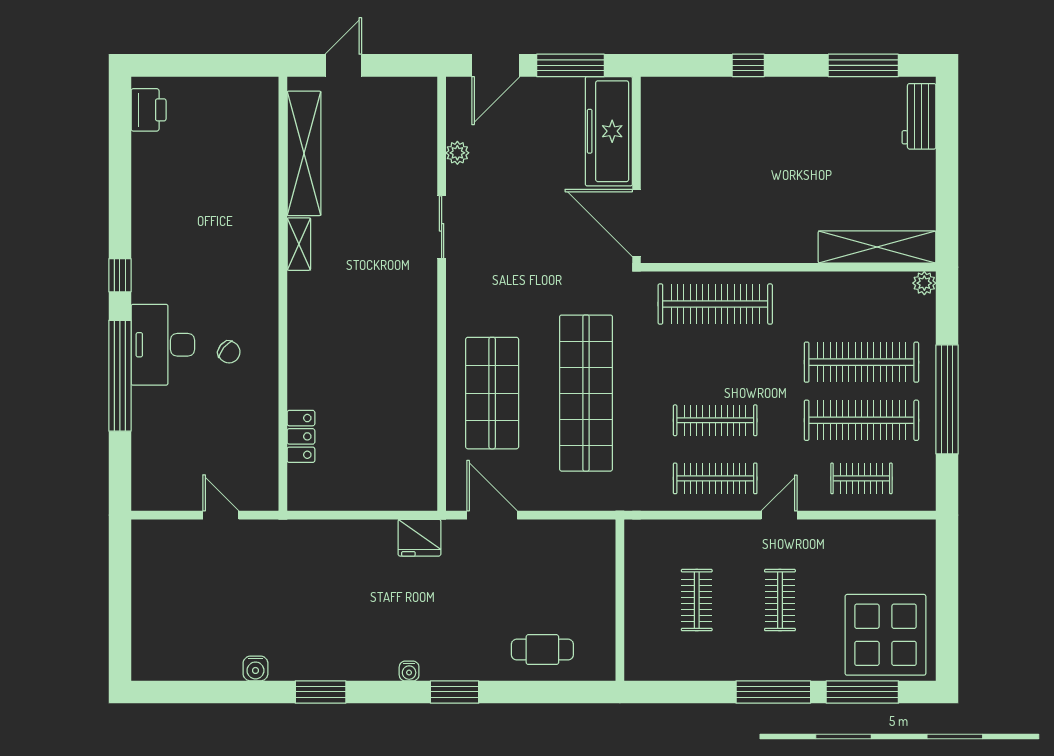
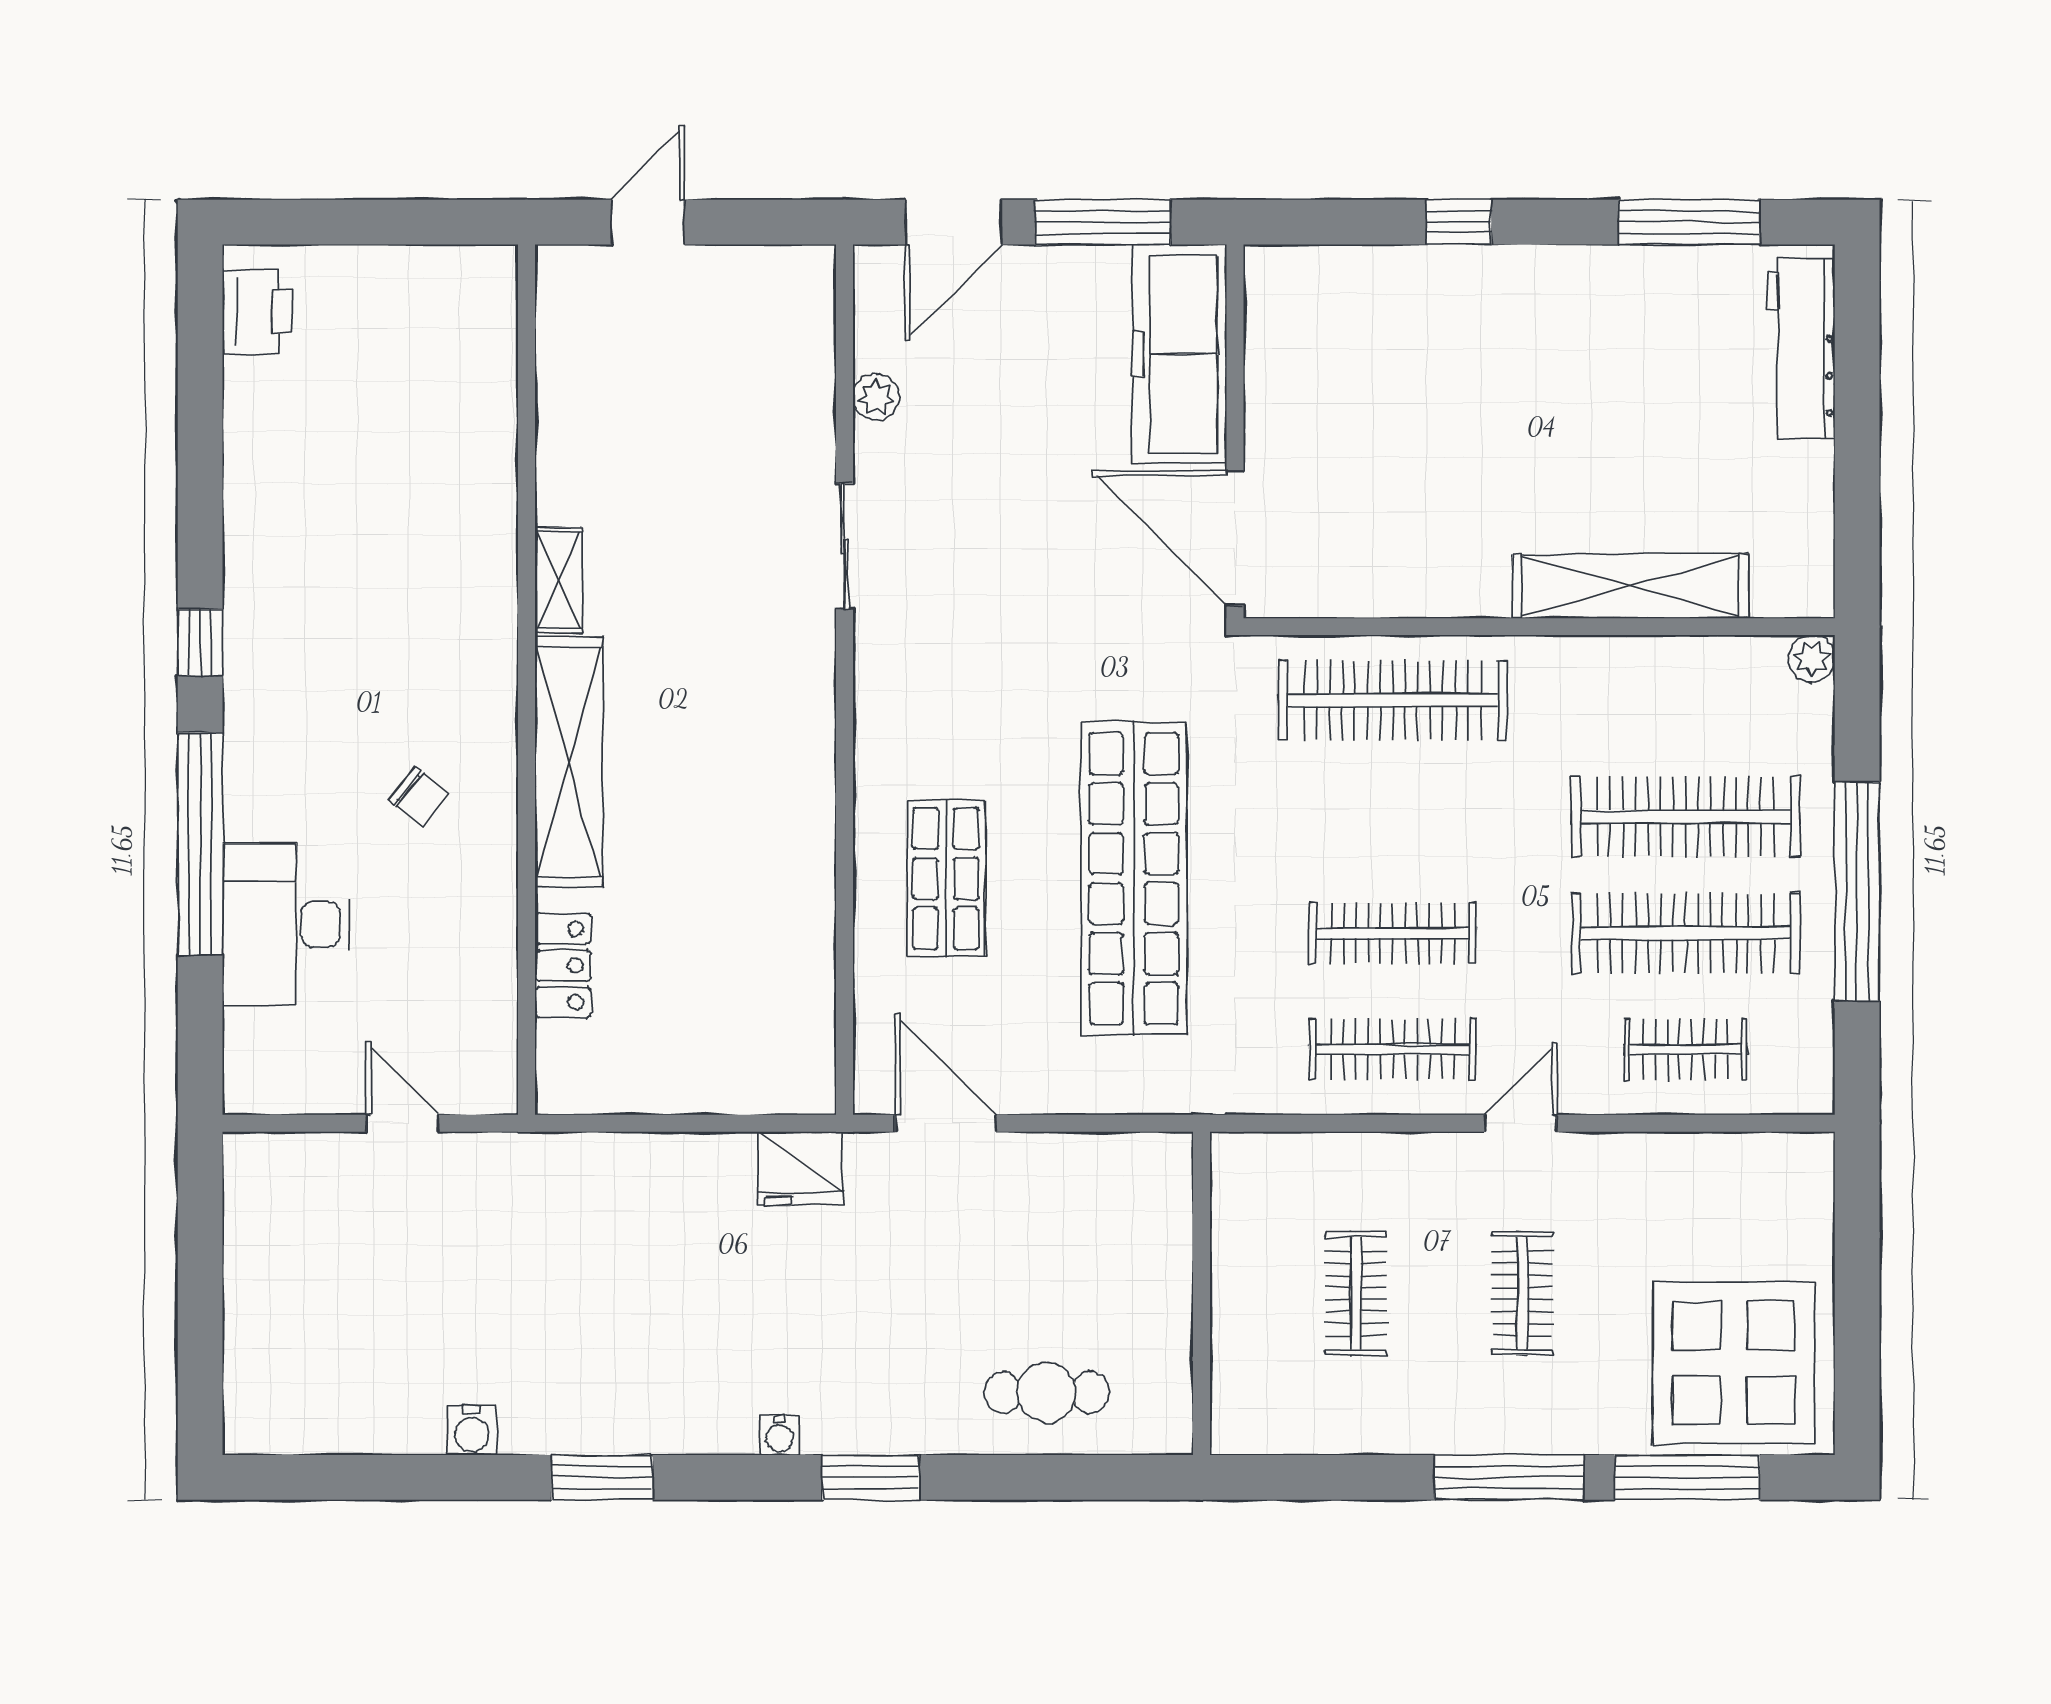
workbench: (919, 116) -> (1801, 349), width x1.38
shelving: (304, 153) -> (569, 762), moved
shelving: (877, 247) -> (1630, 586), moved
desk: (163, 345) -> (286, 924), moved
shop shelf: (492, 393) -> (946, 879), width x0.70, depth x0.74

